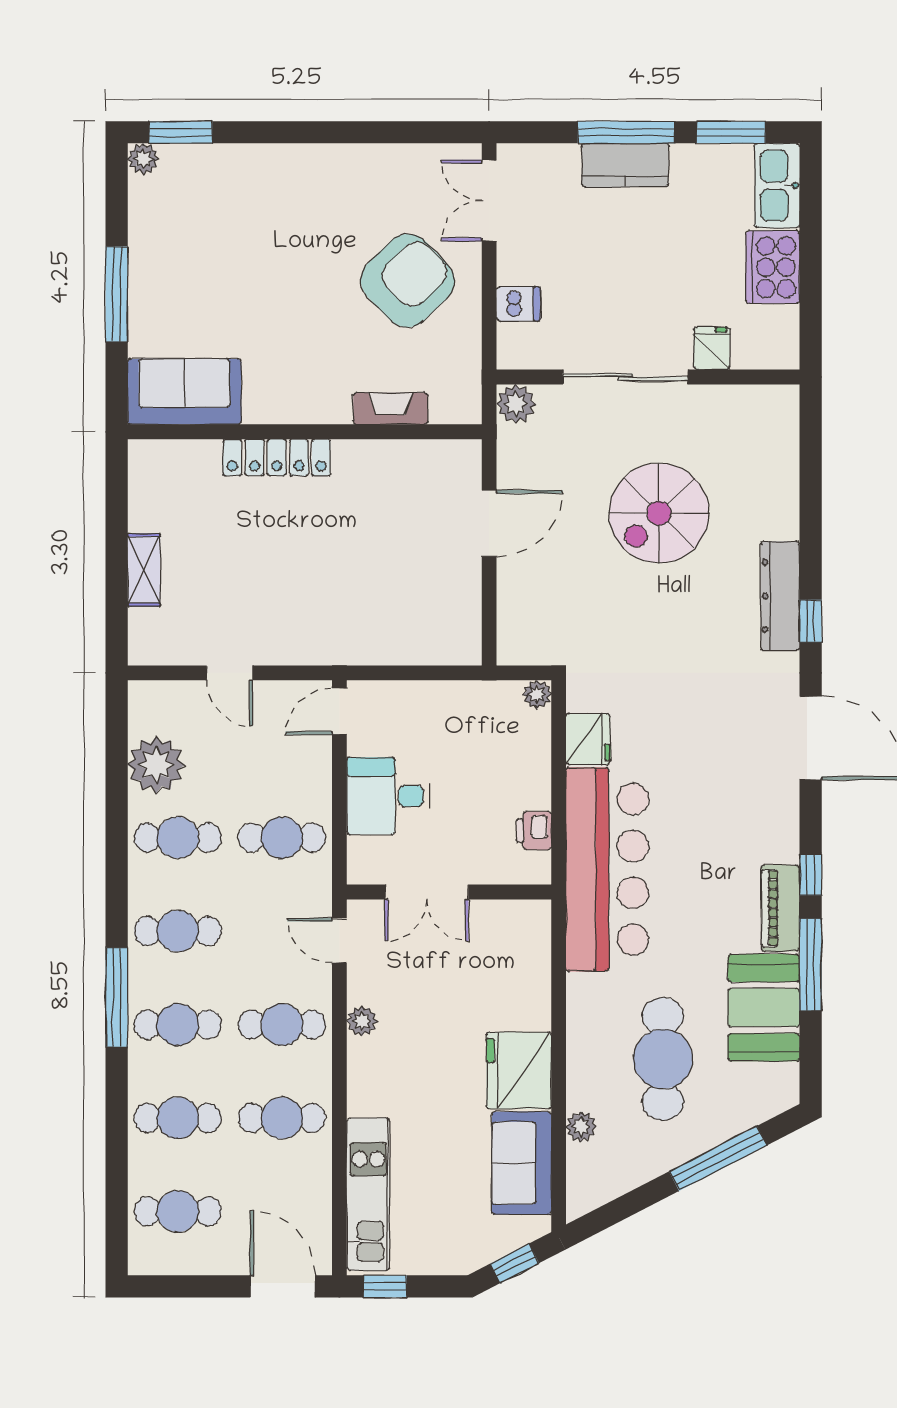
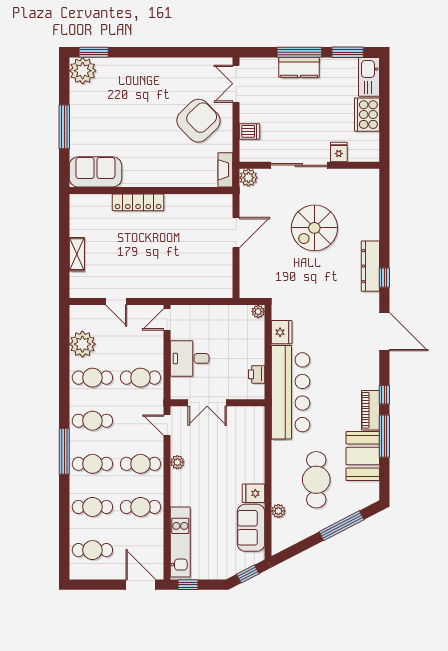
plant: (143, 159) -> (83, 71), width x1.88, depth x1.88
fireplace: (391, 409) -> (225, 170), moved, turned -90
fridge: (519, 1070) -> (254, 493), width x0.53, depth x0.75

